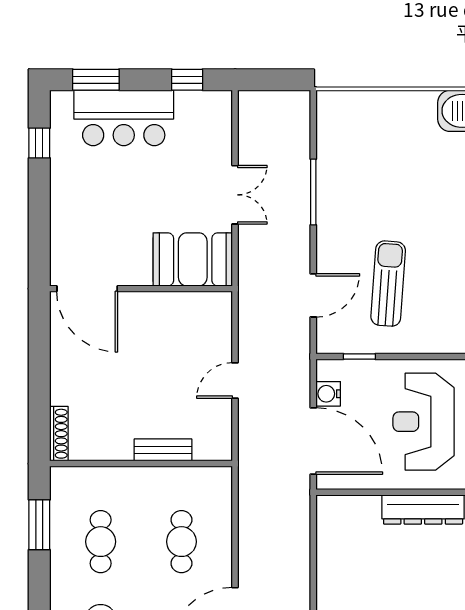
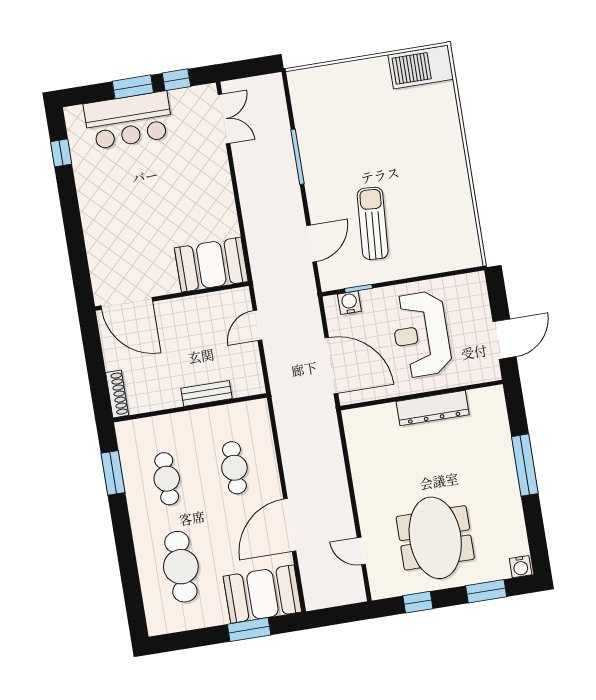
window: (96, 80) -> (133, 87), moved
double door: (235, 195) -> (224, 119), moved
booth: (193, 259) -> (211, 265), moved
door: (87, 289) -> (127, 303), moved
wall: (141, 289) -> (172, 296), moved
water cooler: (328, 394) -> (349, 303), moved, turned 90

